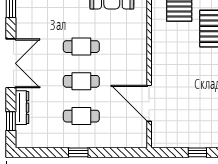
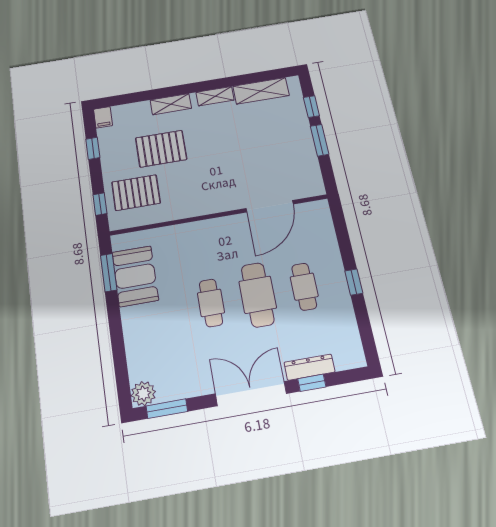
cafe table: (81, 81) -> (258, 295), width x1.37, depth x1.35
window: (11, 121) -> (312, 383), moved
window: (197, 152) -> (320, 140), width x1.50

